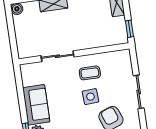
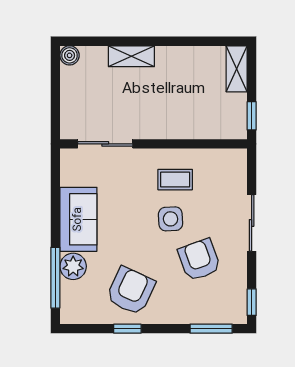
sliding door: (57, 56) -> (105, 144), moved

